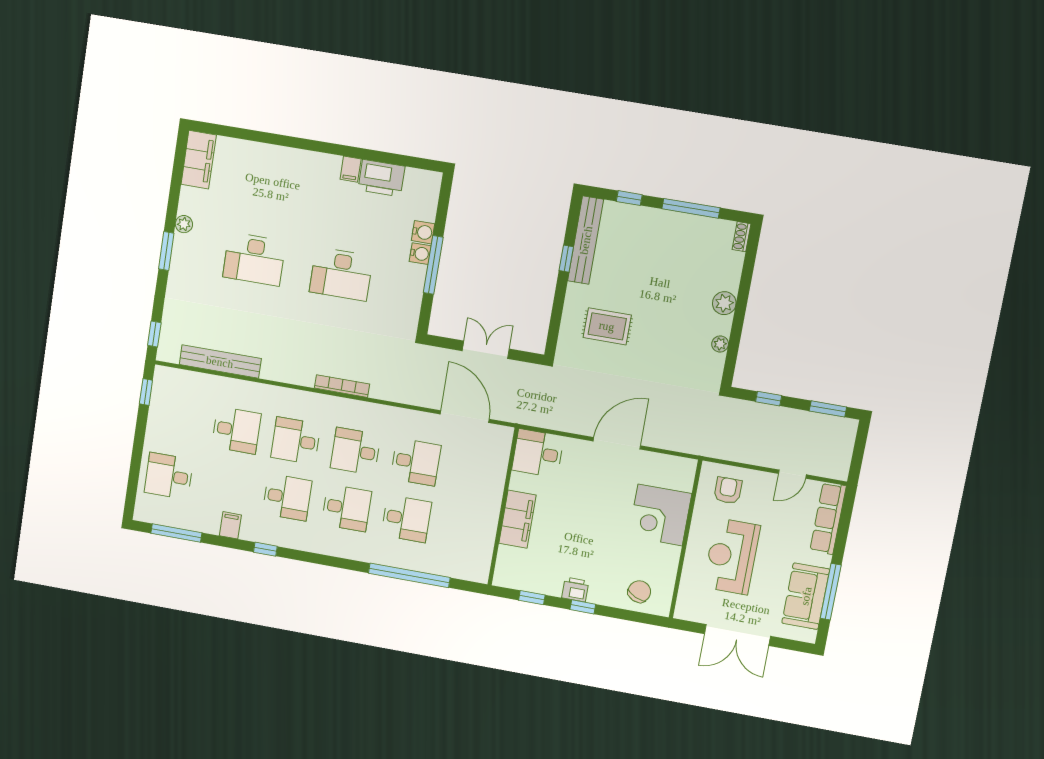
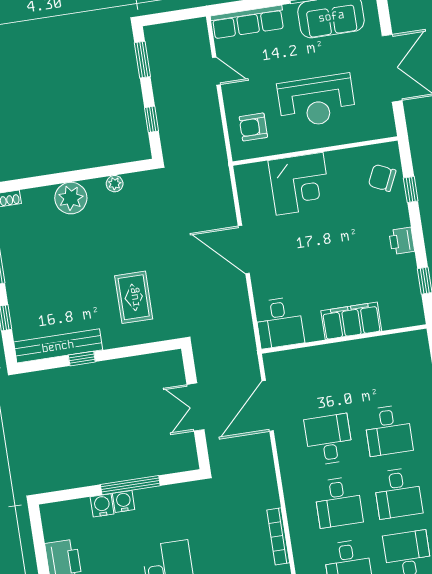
plant: (724, 303) -> (71, 198), width x1.36, depth x1.36
desk: (346, 508) -> (398, 493), turned 180
desk: (406, 519) -> (388, 430), turned 180
window: (583, 607) -> (411, 189), moved

